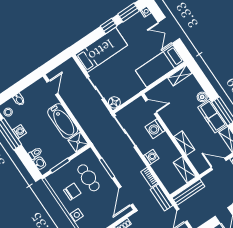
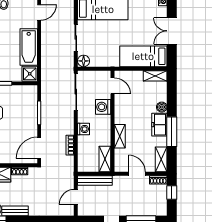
freezer: (212, 116) -> (159, 125), width x0.71
cafe table: (88, 178) -> (18, 110), removed
bench: (162, 198) -> (69, 169), removed

